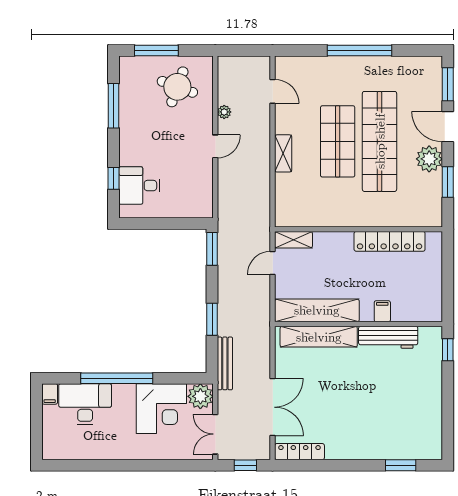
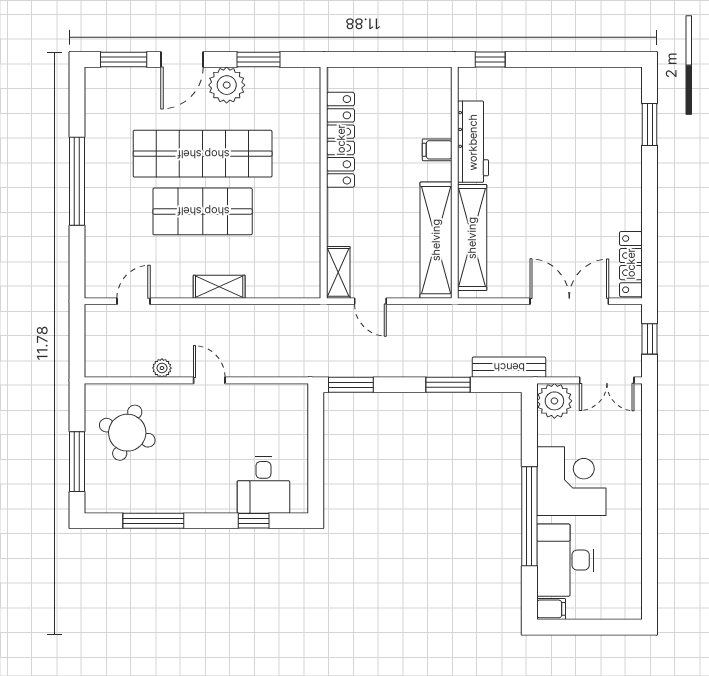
corner desk: (161, 409) -> (571, 481), moved

